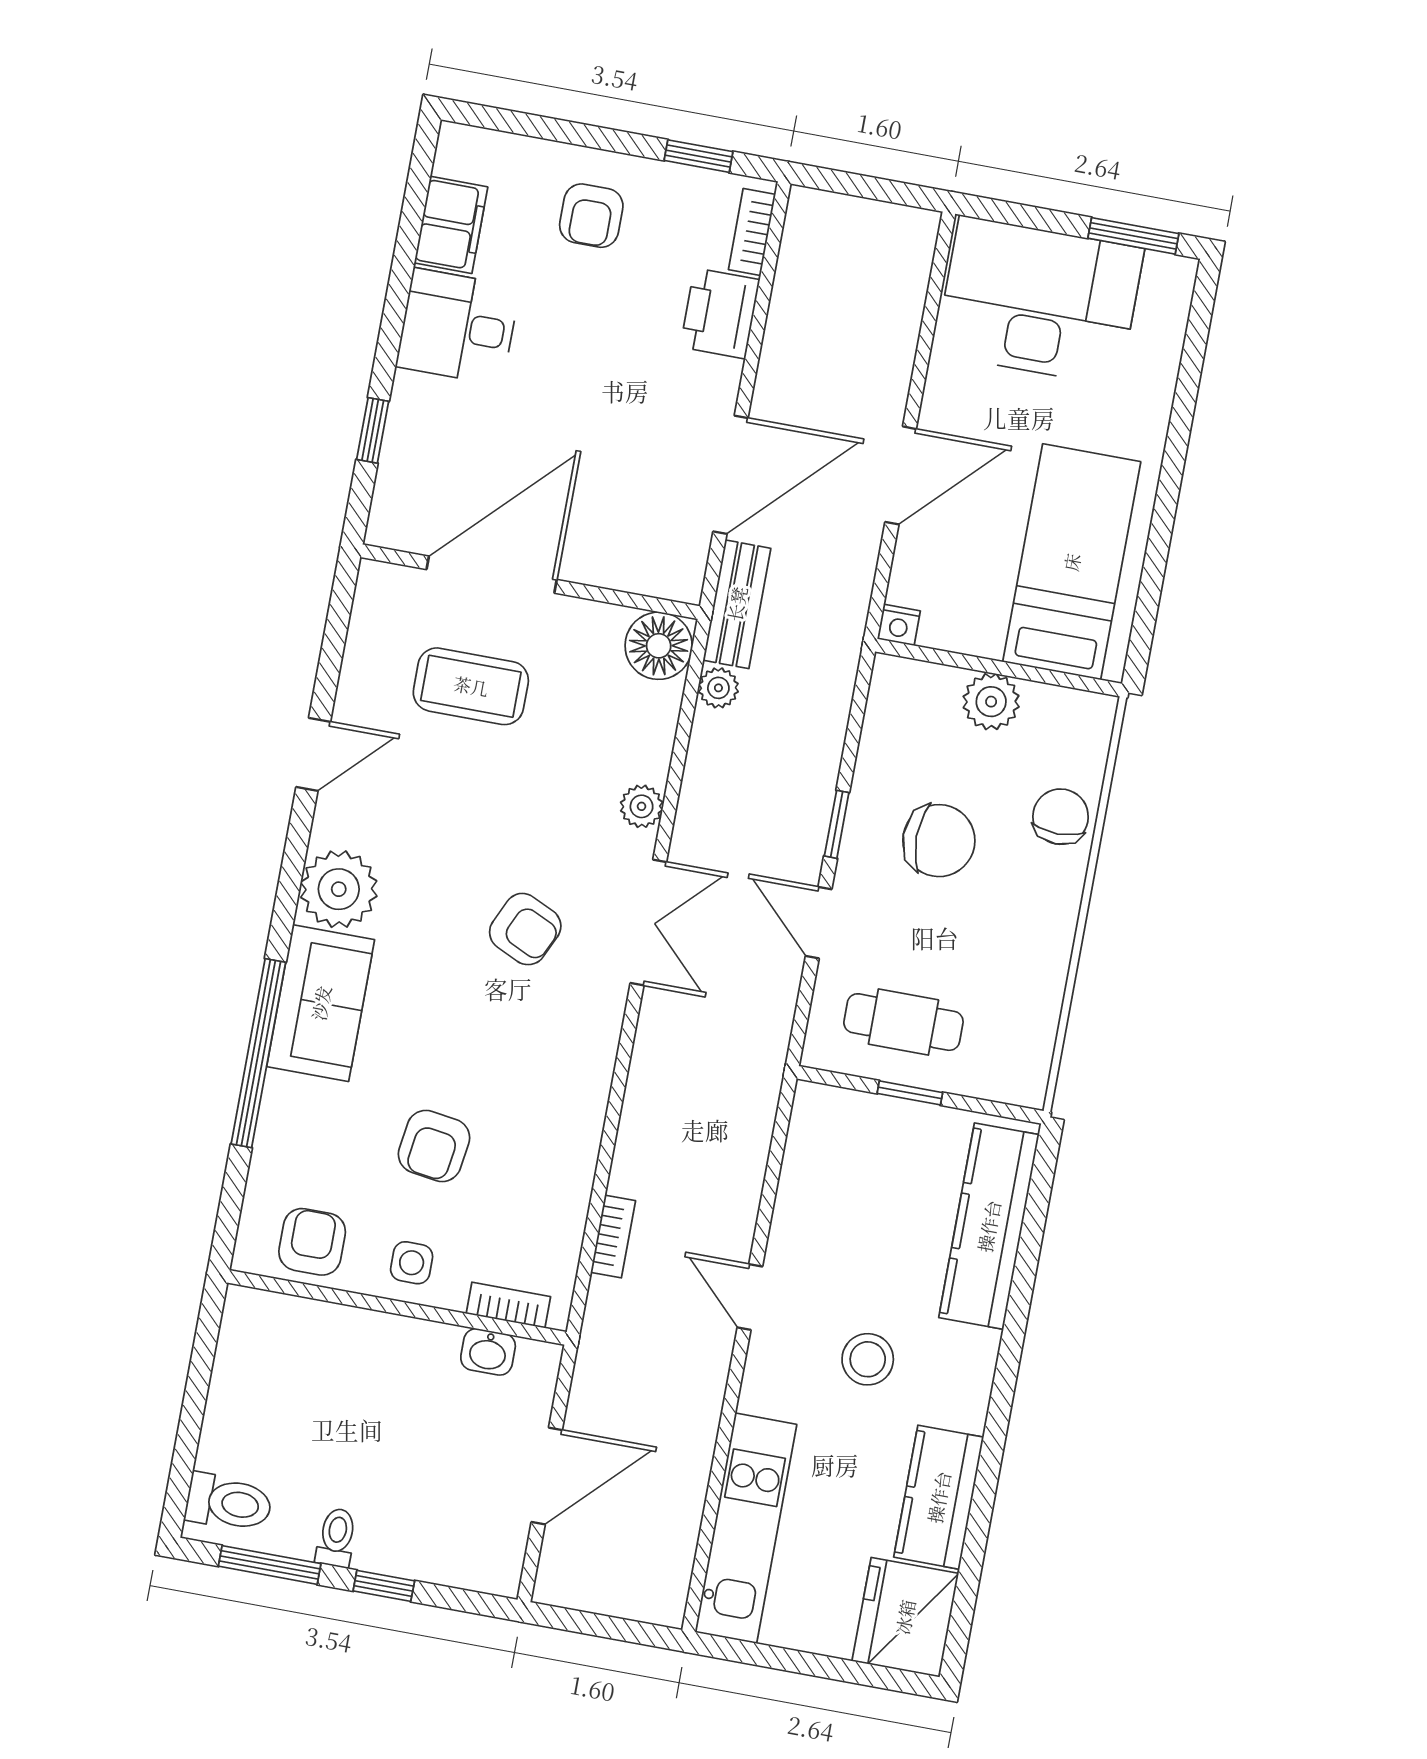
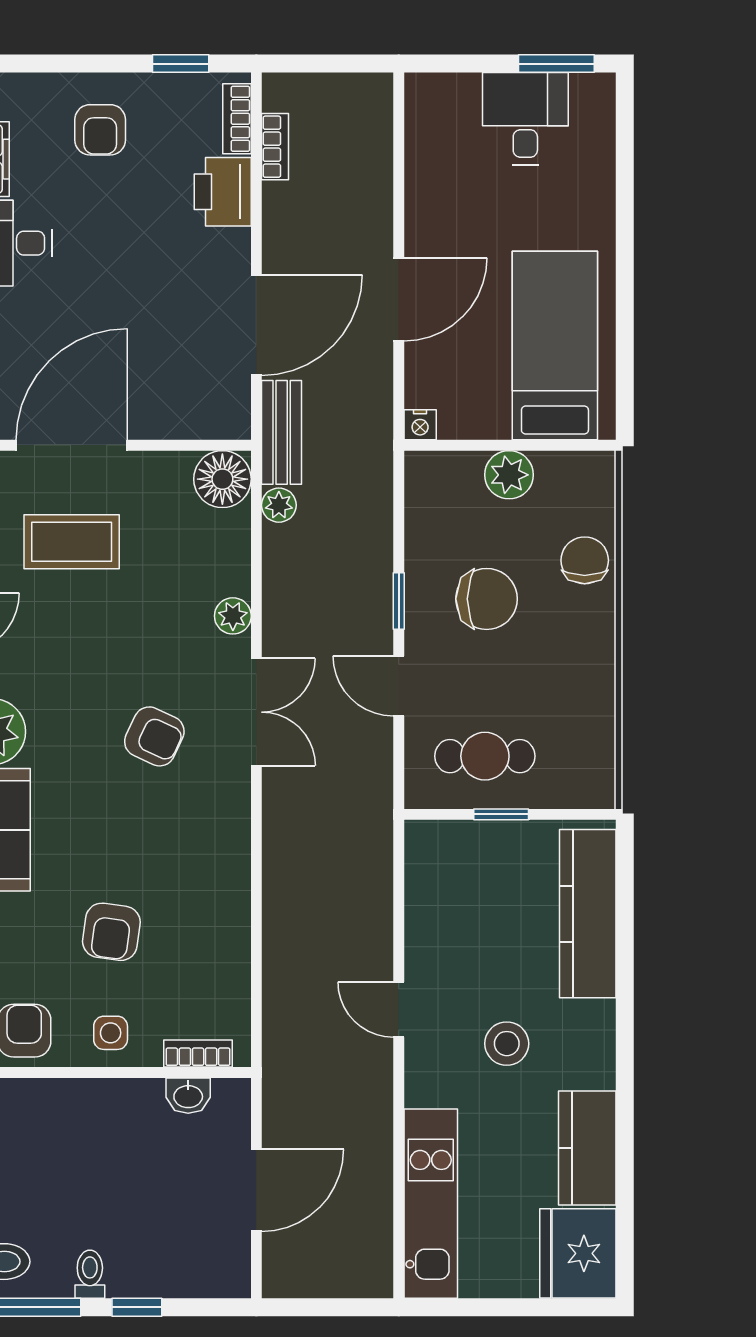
desk: (1039, 301) -> (525, 119), width x0.53, depth x0.77
bookcase: (613, 1236) -> (275, 147), moved

